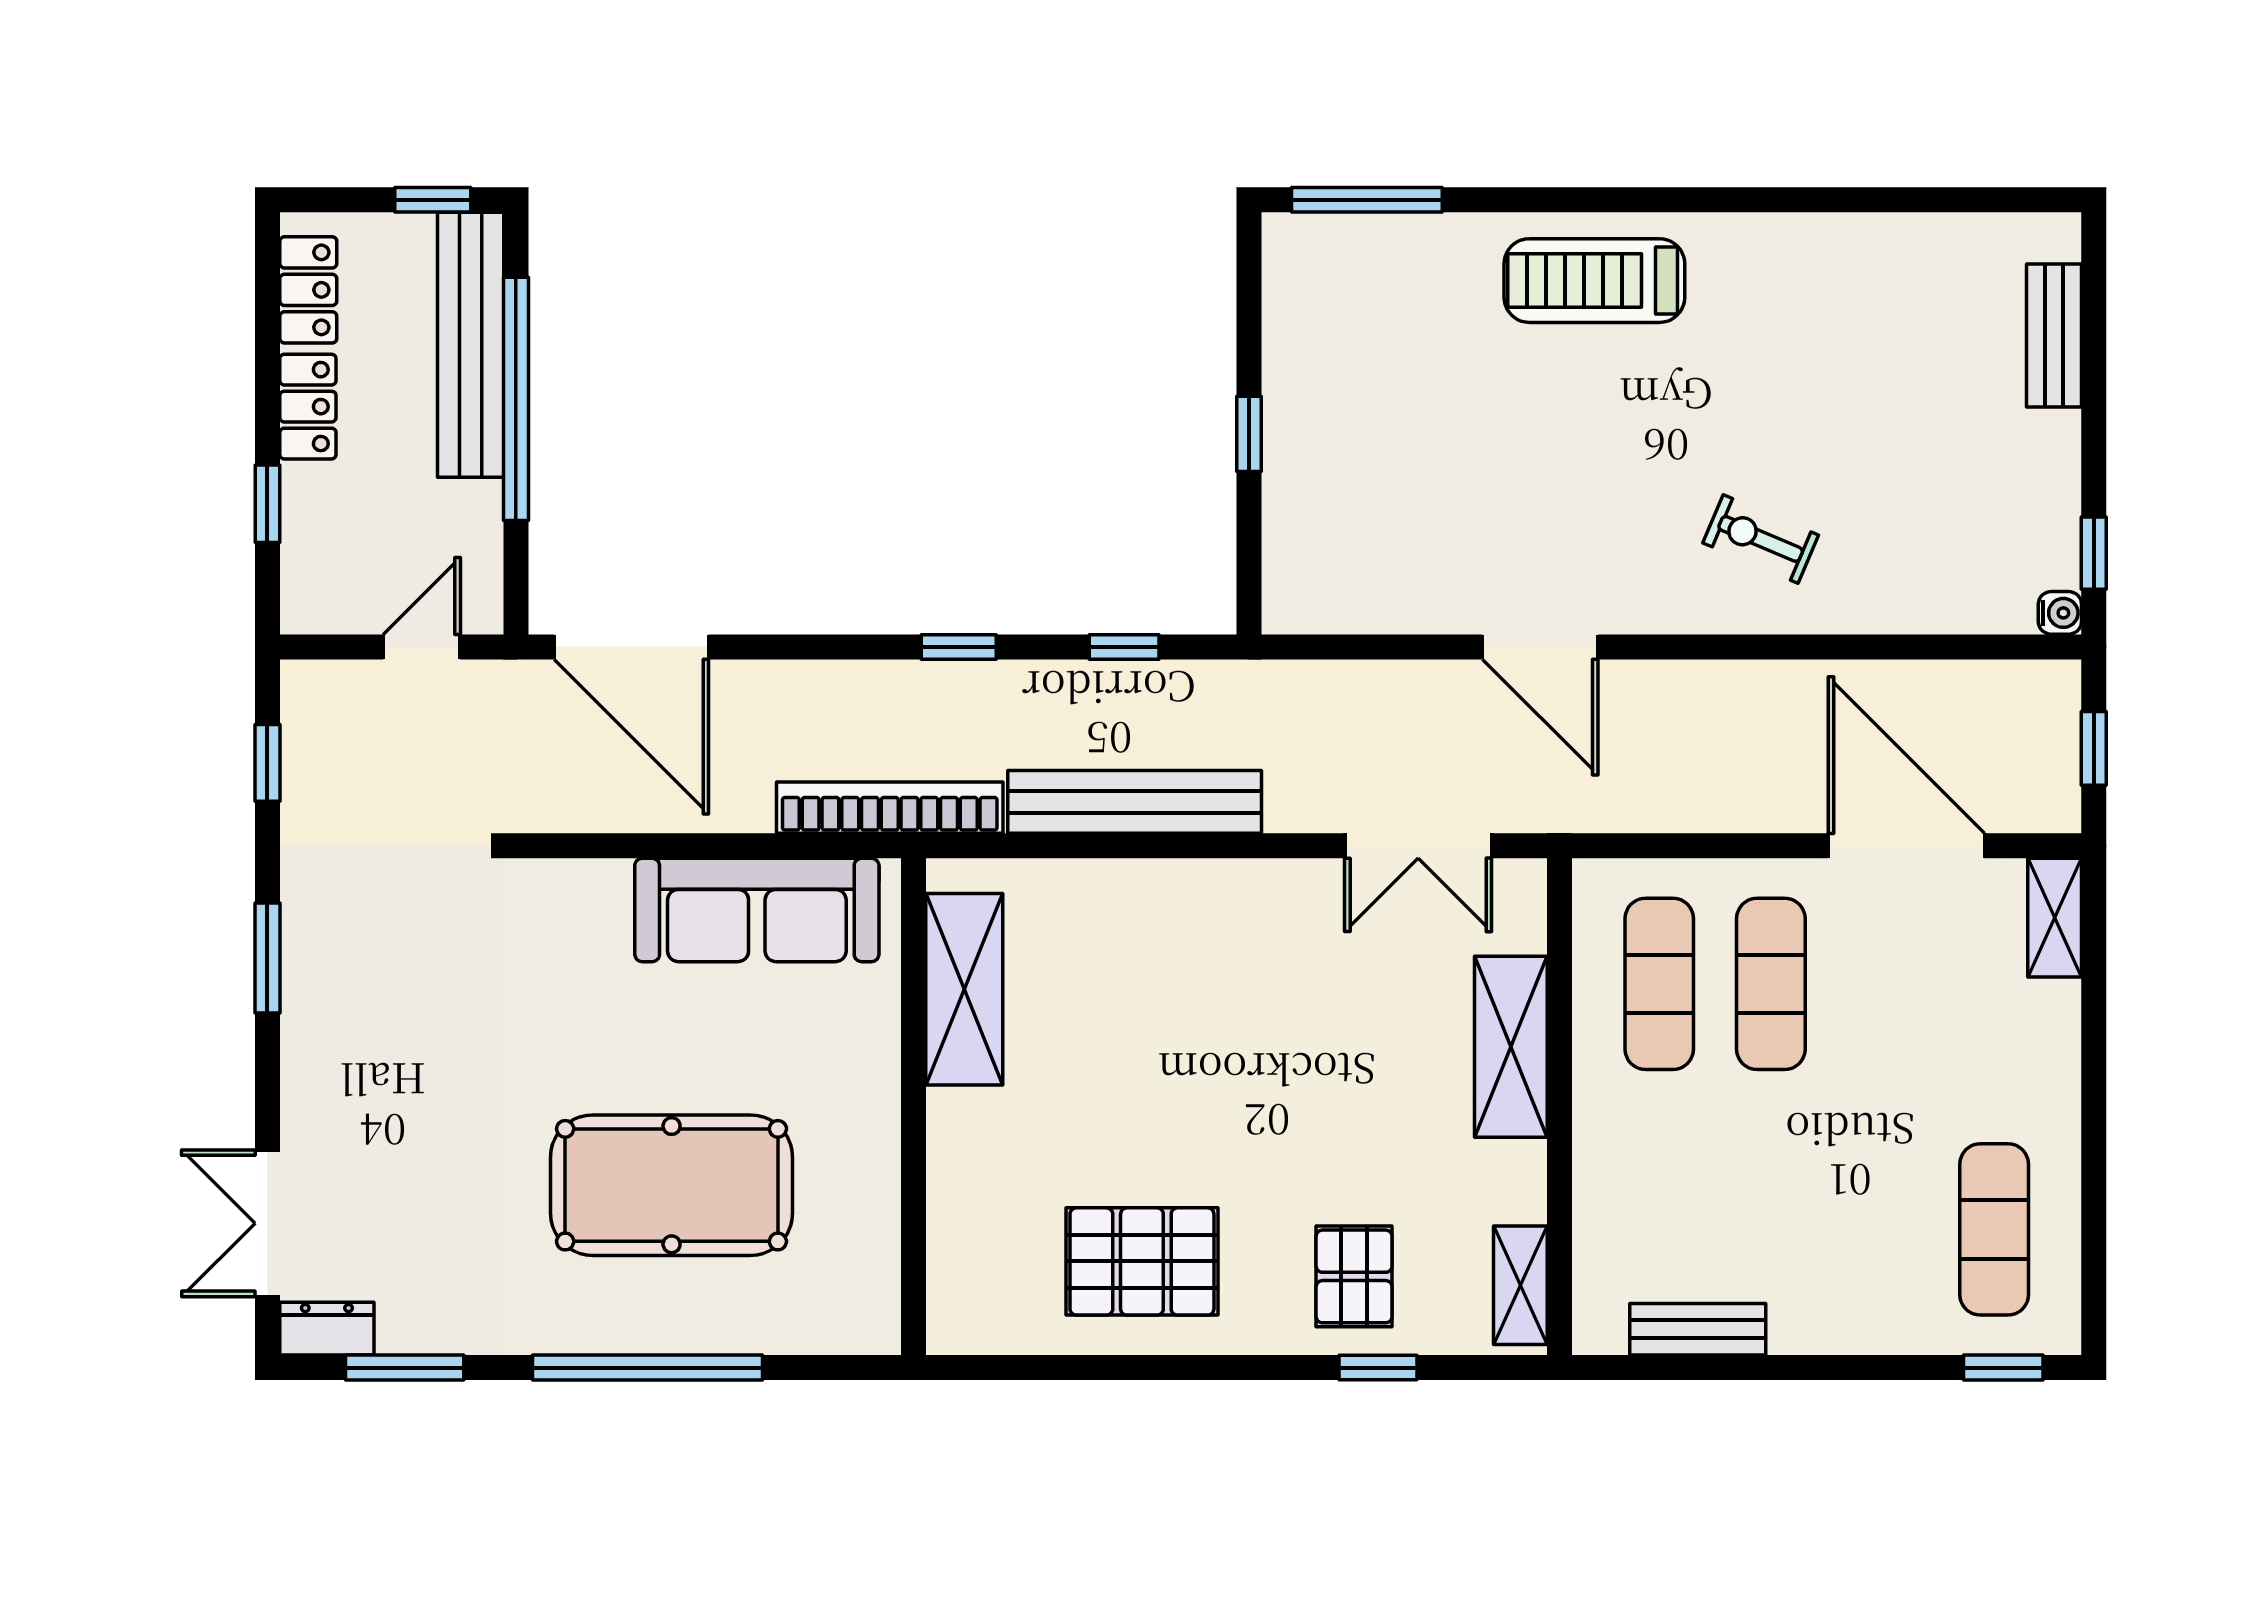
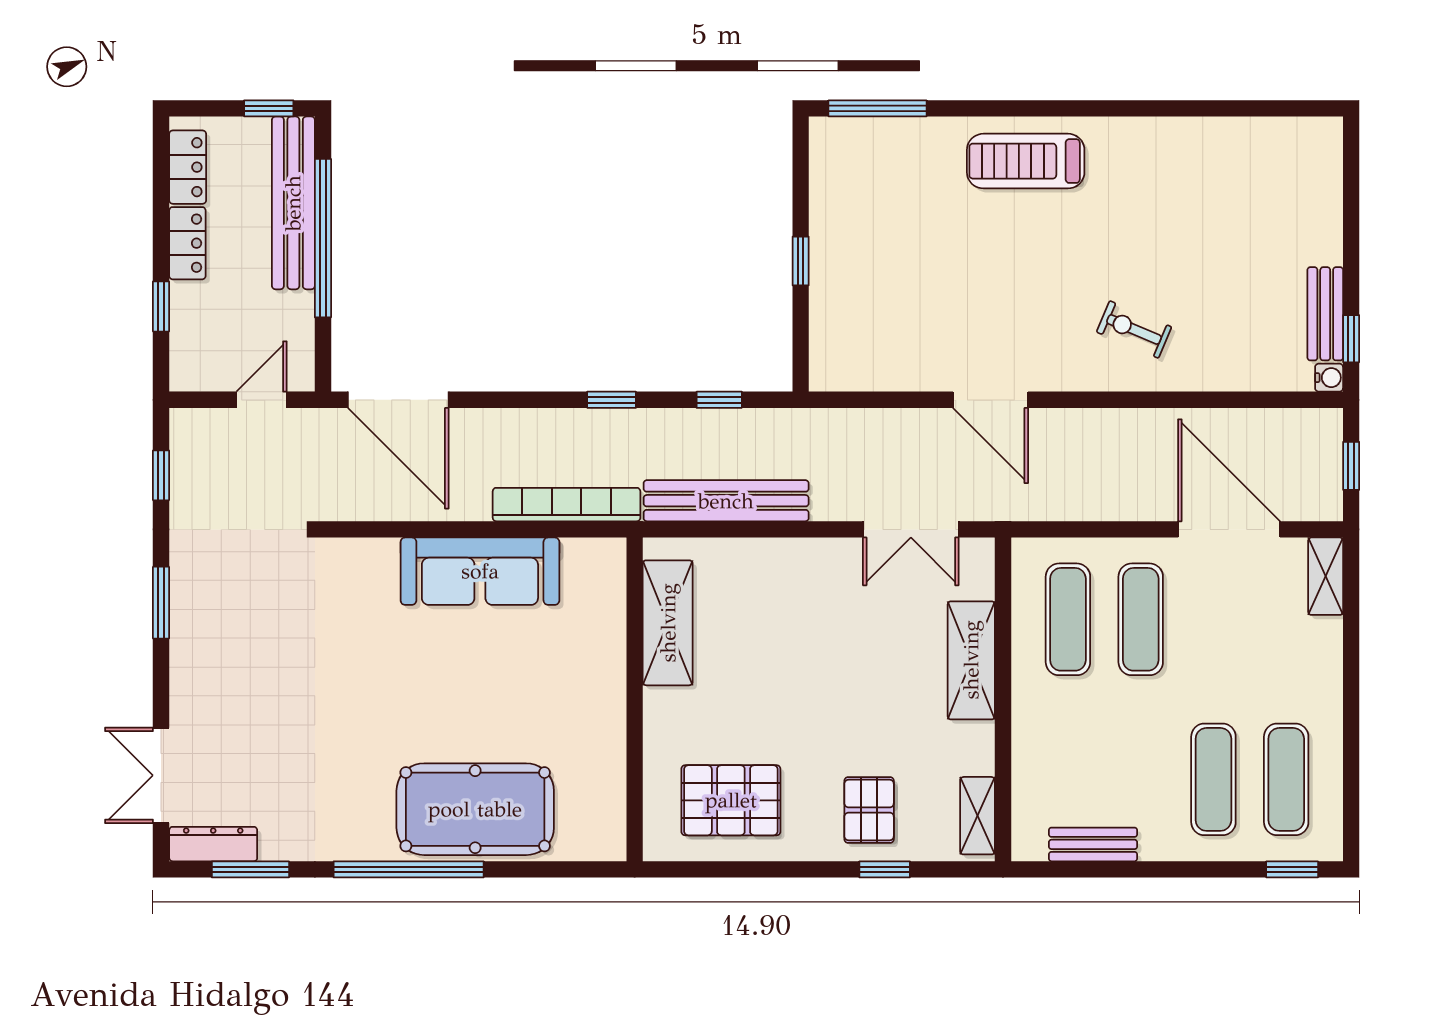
bench: (2054, 336) -> (1325, 314), moved
shelving: (964, 989) -> (668, 623), moved
wall: (914, 1107) -> (635, 699), moved
pool table: (672, 1185) -> (475, 809), moved
exercise mat: (1883, 1229) -> (1213, 779), added
dresser: (327, 1329) -> (213, 844), width x1.44

